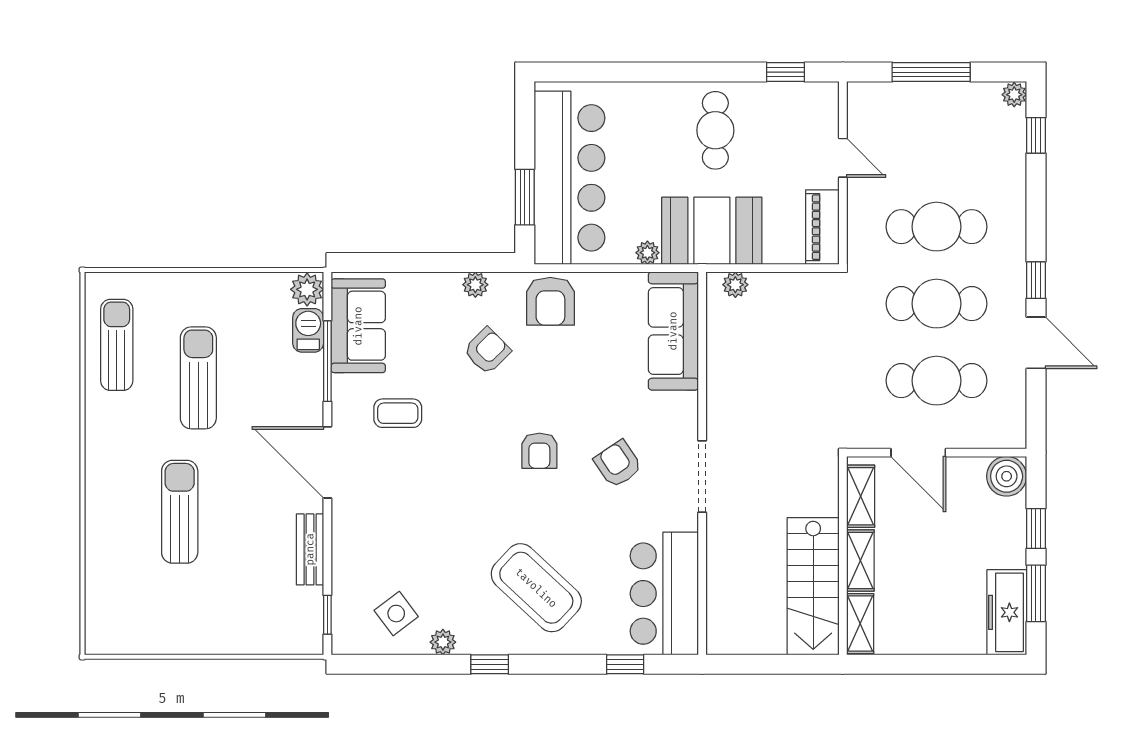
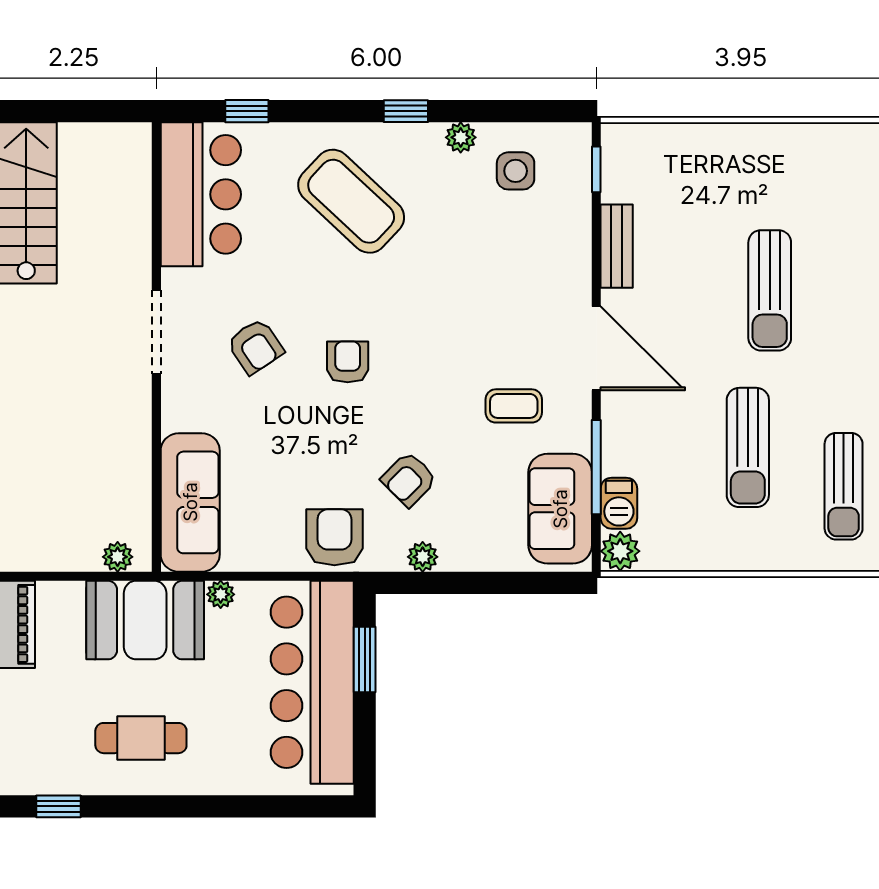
cafe table: (715, 130) -> (141, 738), turned 90
side table: (396, 614) -> (516, 171), turned 37

